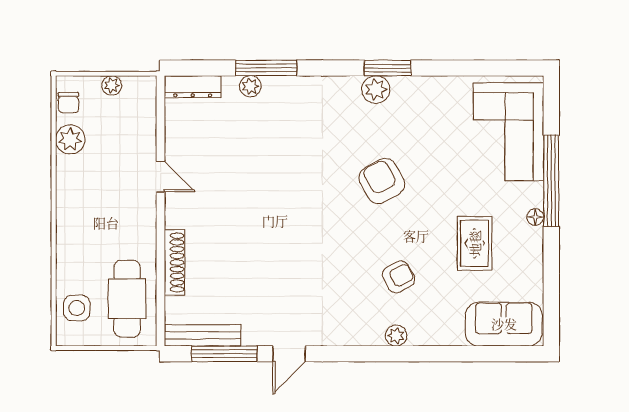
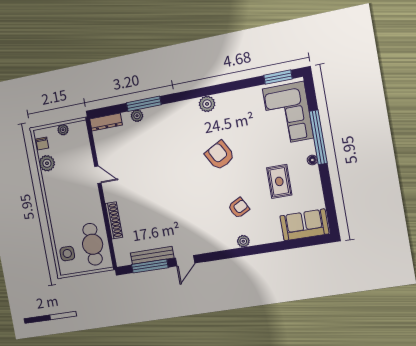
window: (388, 68) -> (278, 77), moved
bench: (203, 335) -> (152, 255), moved

